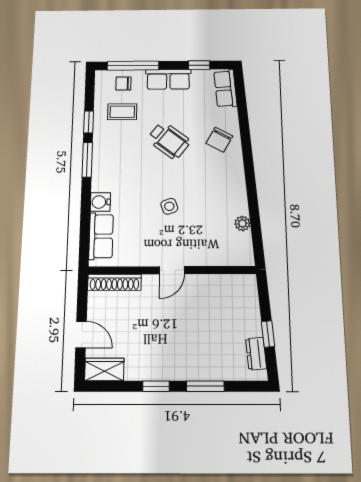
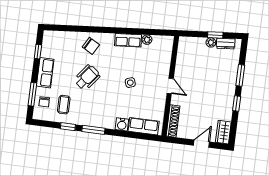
window: (133, 66) -> (32, 94), width x0.69
row of seats: (225, 89) -> (128, 40), moved
plant: (254, 328) -> (211, 42), added

